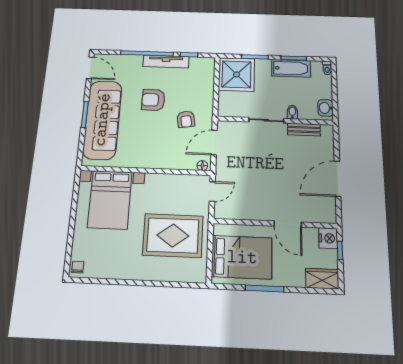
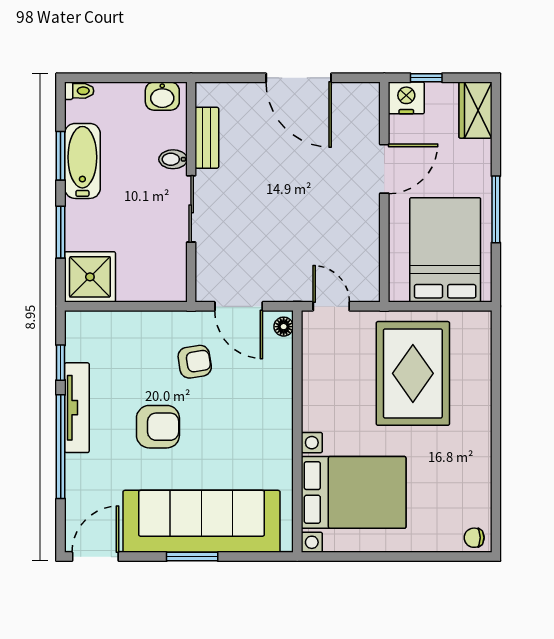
shower: (237, 74) -> (90, 277), width x0.73, depth x0.73
armchair: (153, 100) -> (158, 427), turned -91

